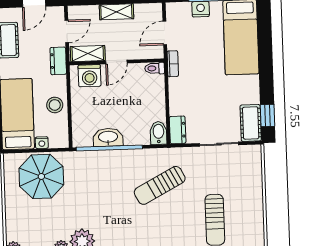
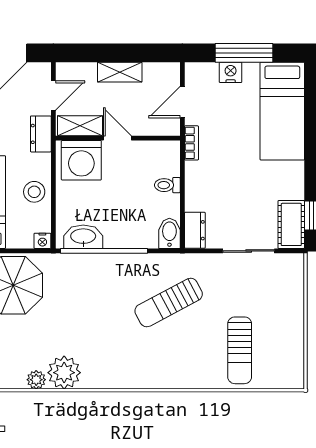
door: (116, 62) -> (117, 138), swing flipped
toilet: (155, 68) -> (167, 185), moved
washing machine: (90, 76) -> (81, 160), width x1.37, depth x1.37
washbasin: (108, 137) -> (83, 237), moved
nightstand: (42, 143) -> (42, 241), moved

